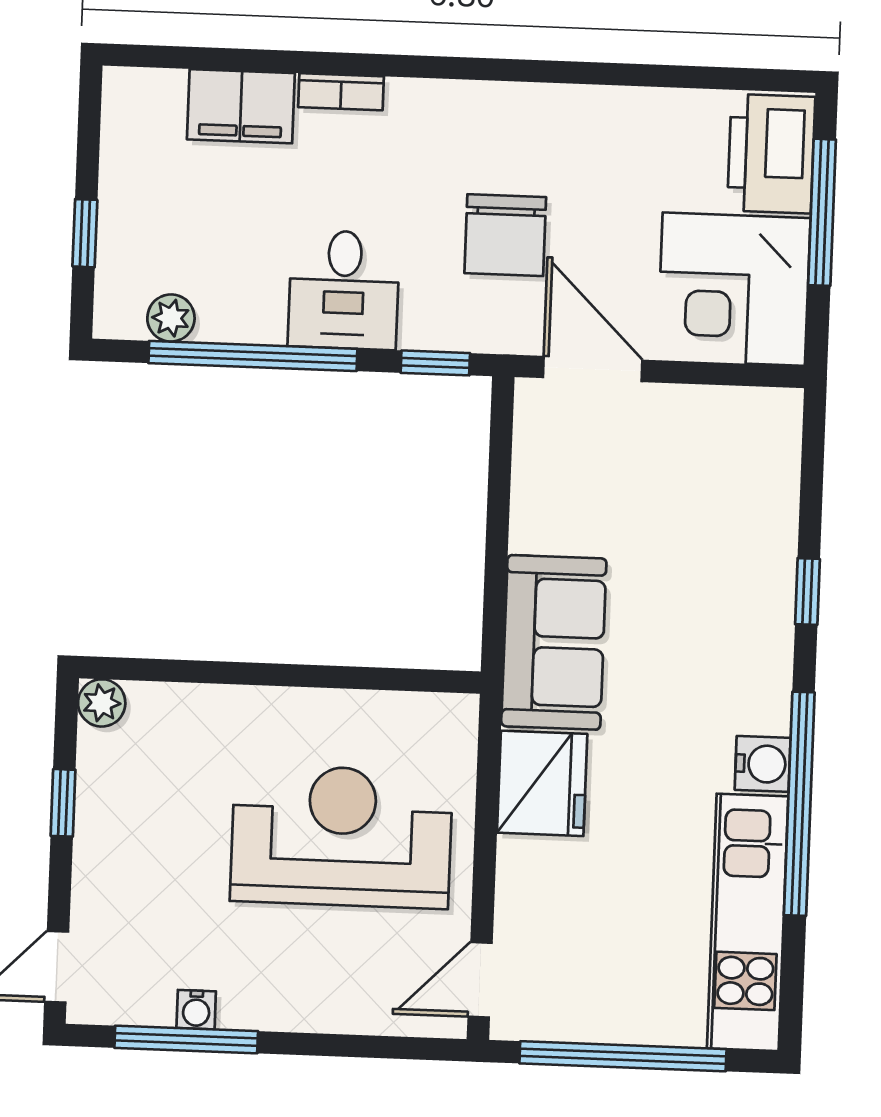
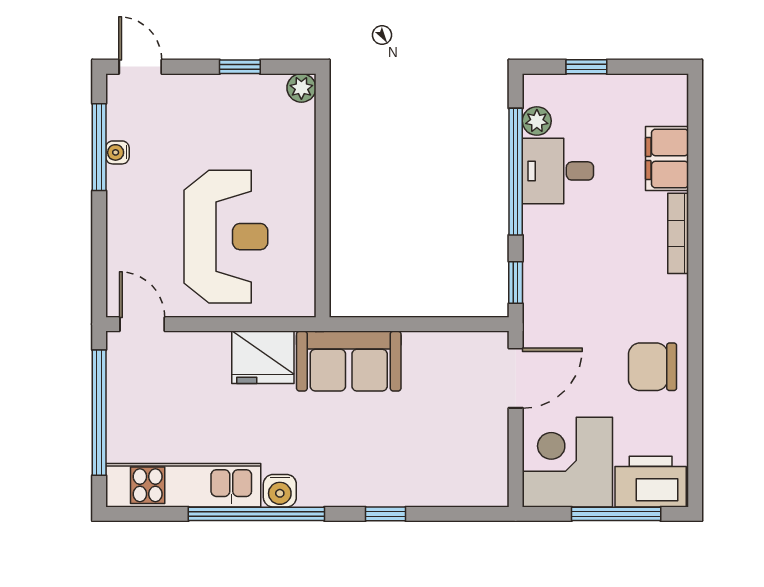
bookcase: (341, 92) -> (678, 233), width x1.56
chair: (505, 235) -> (652, 367), moved
desk: (344, 290) -> (558, 171), moved

